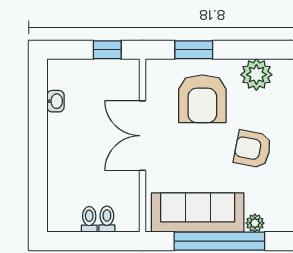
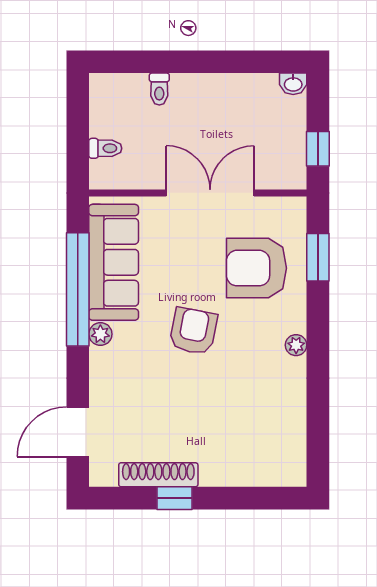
plant: (256, 75) -> (296, 345), width x0.53, depth x0.53
washbasin: (55, 101) -> (293, 84), moved
toilet: (89, 219) -> (159, 89), moved, turned 90

